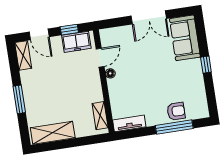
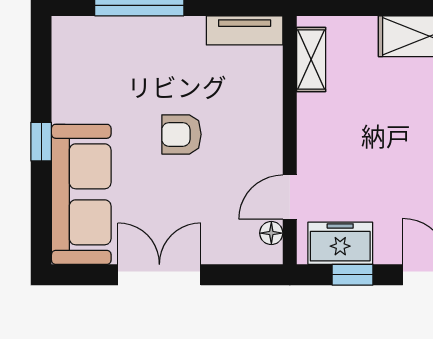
sofa: (185, 38) -> (81, 194), width x1.36
floor lamp: (110, 73) -> (271, 233), moved
armchair: (176, 111) -> (181, 134), moved

